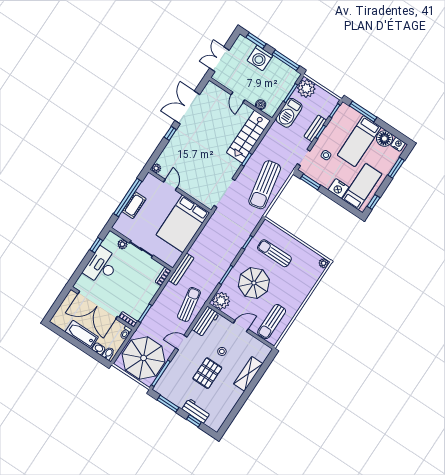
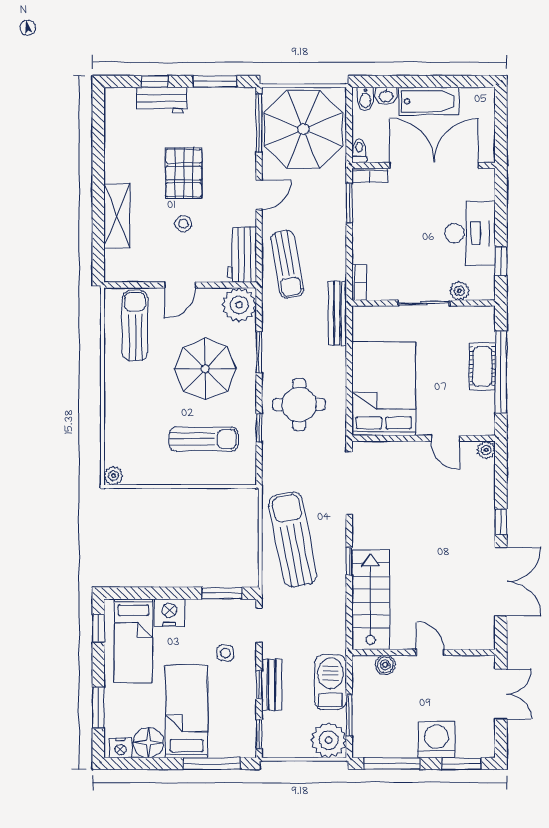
round table: (224, 241) -> (299, 404), added

